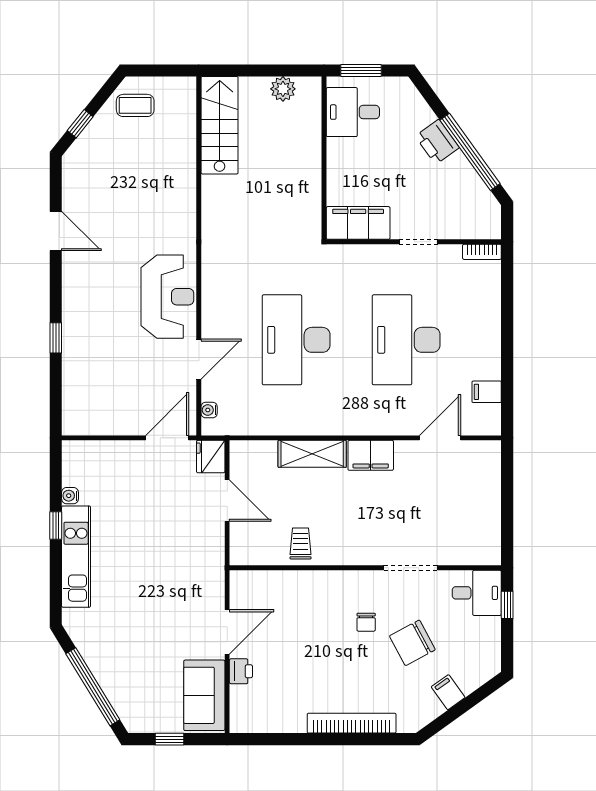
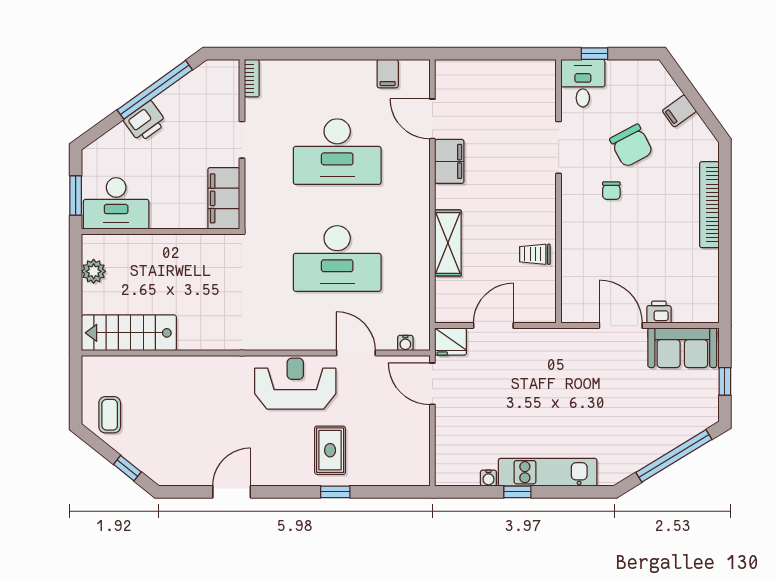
desk: (353, 112) -> (116, 203), width x1.37
rug: (99, 332) -> (330, 450), added
filing cabinet: (371, 455) -> (449, 161), moved
chair: (366, 622) -> (611, 191), turned 90

